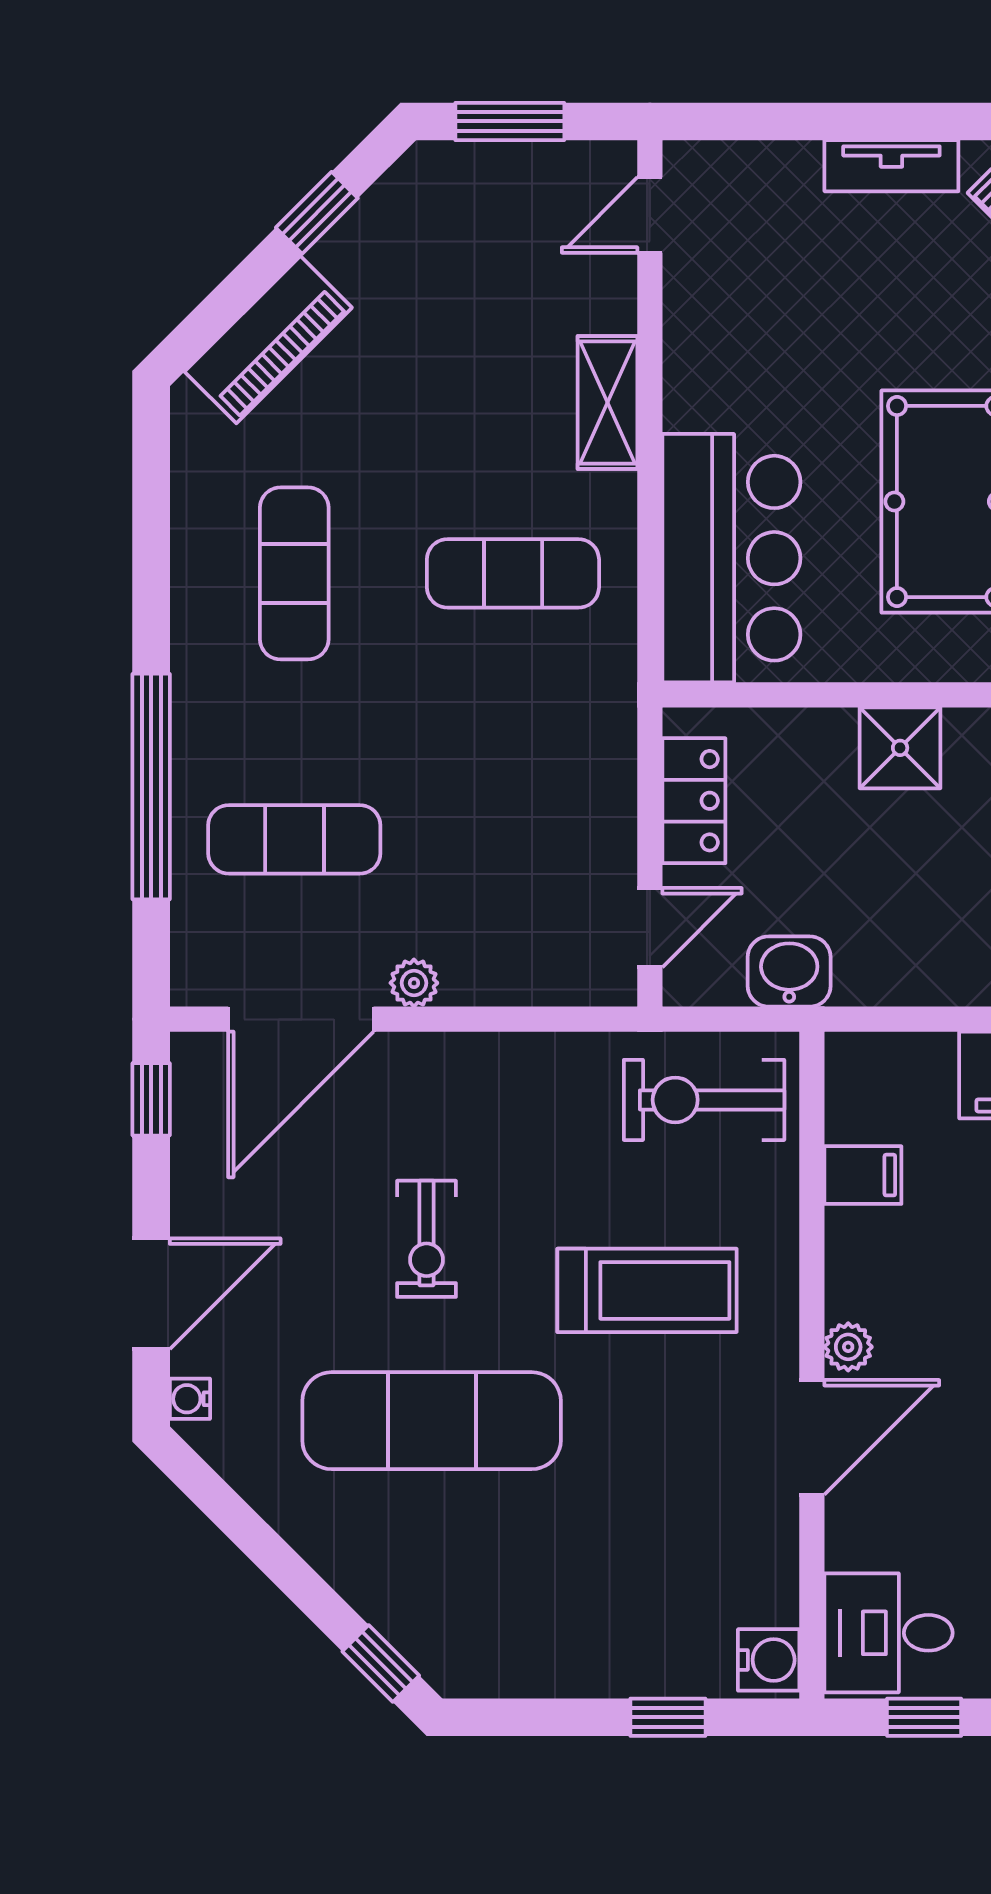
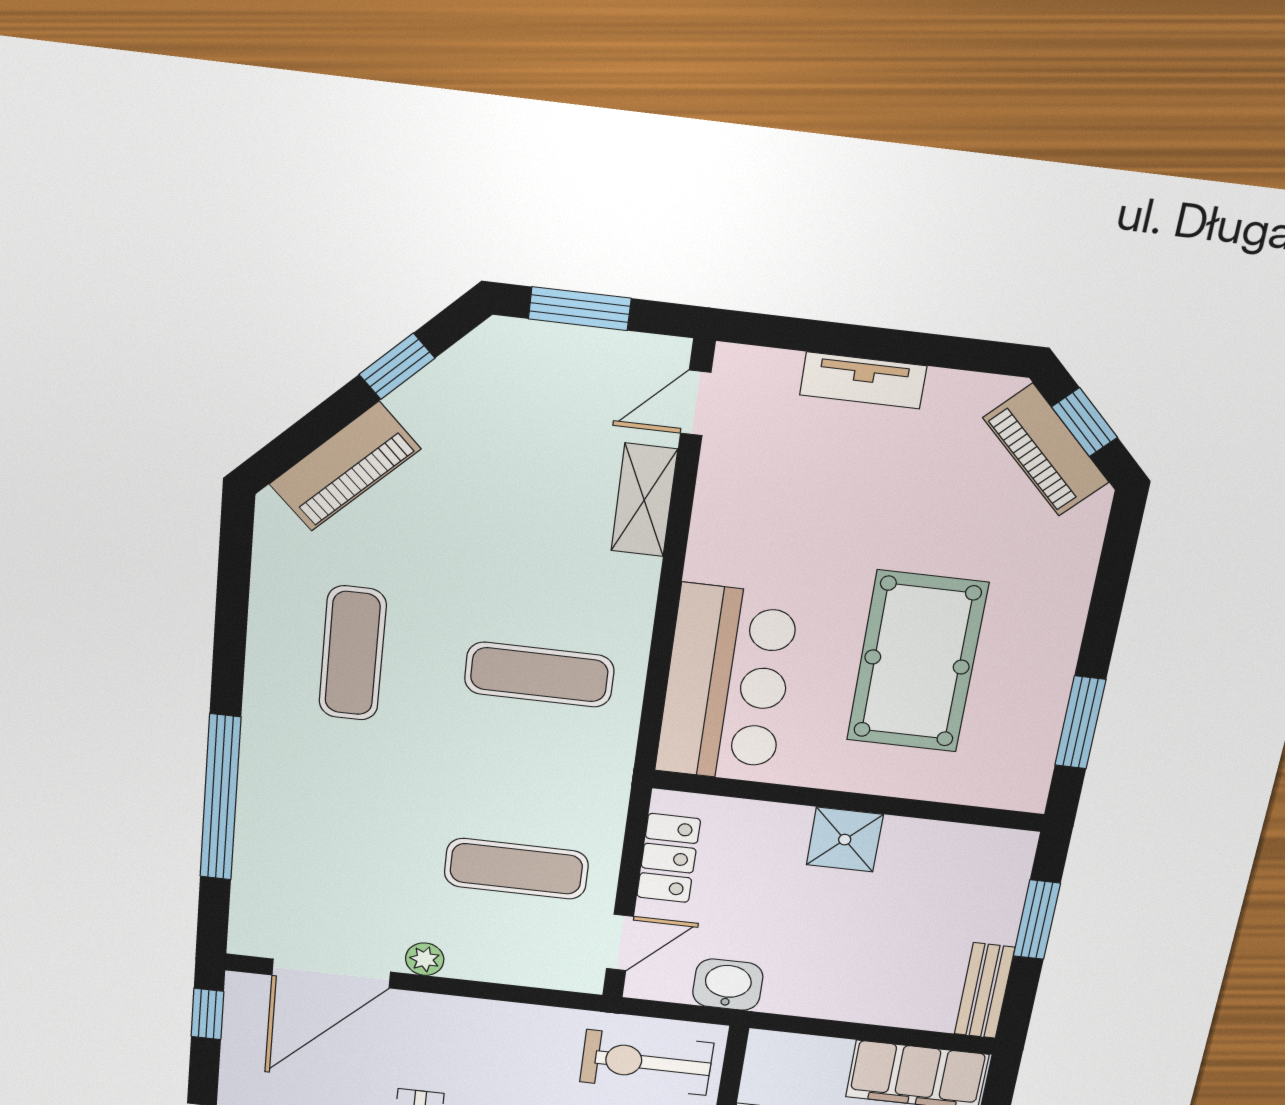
tv unit: (891, 166) -> (863, 380), moved
shelving: (607, 402) -> (644, 500), moved
exercise mat: (294, 839) -> (516, 869), moved

